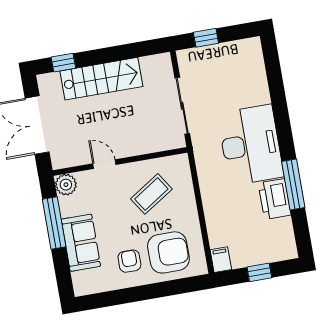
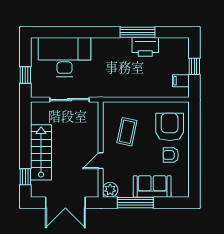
desk: (251, 145) -> (65, 57), moved
coffee table: (151, 194) -> (127, 132), turned 45
filing cabinet: (221, 260) -> (181, 81), moved

